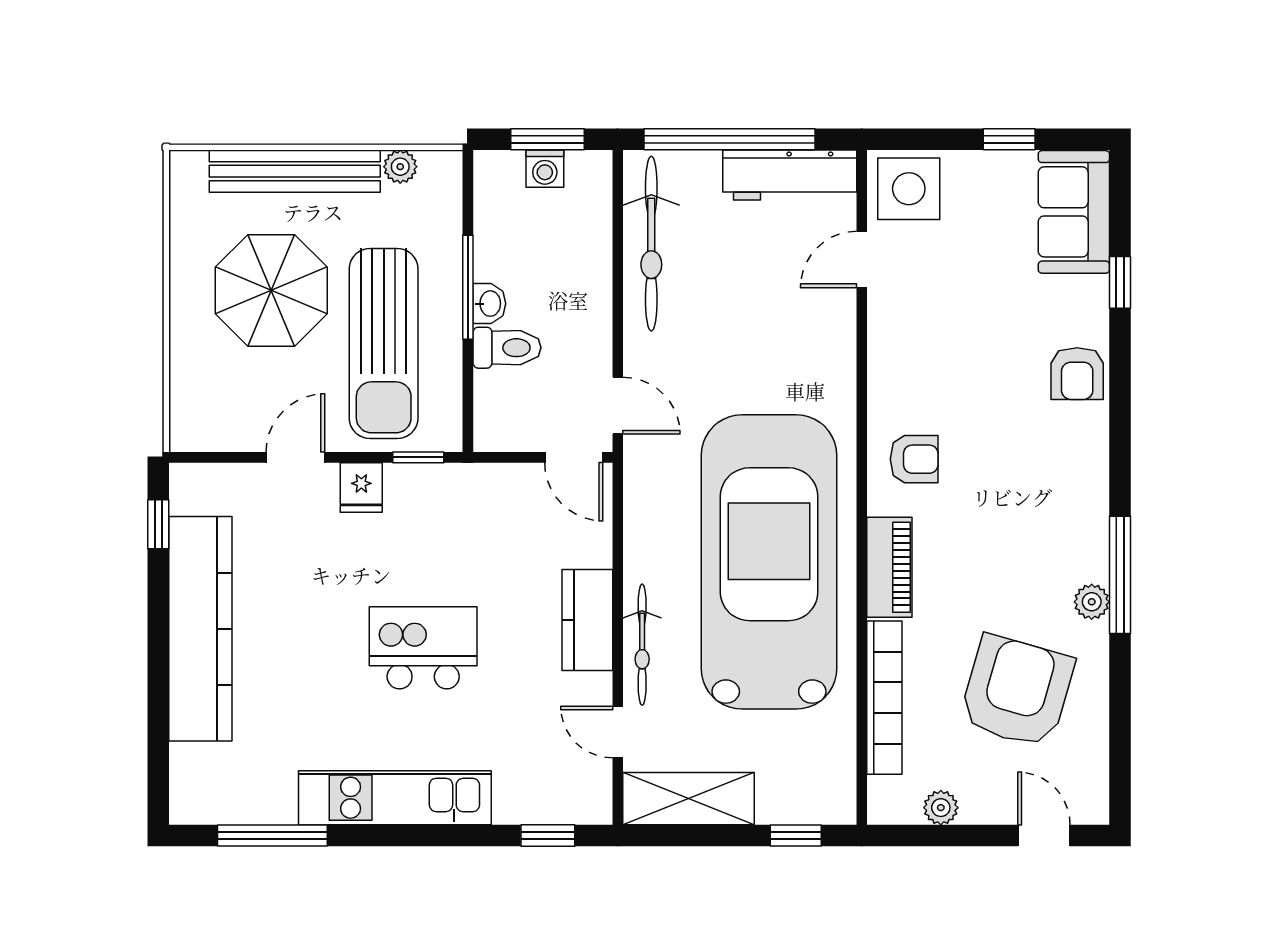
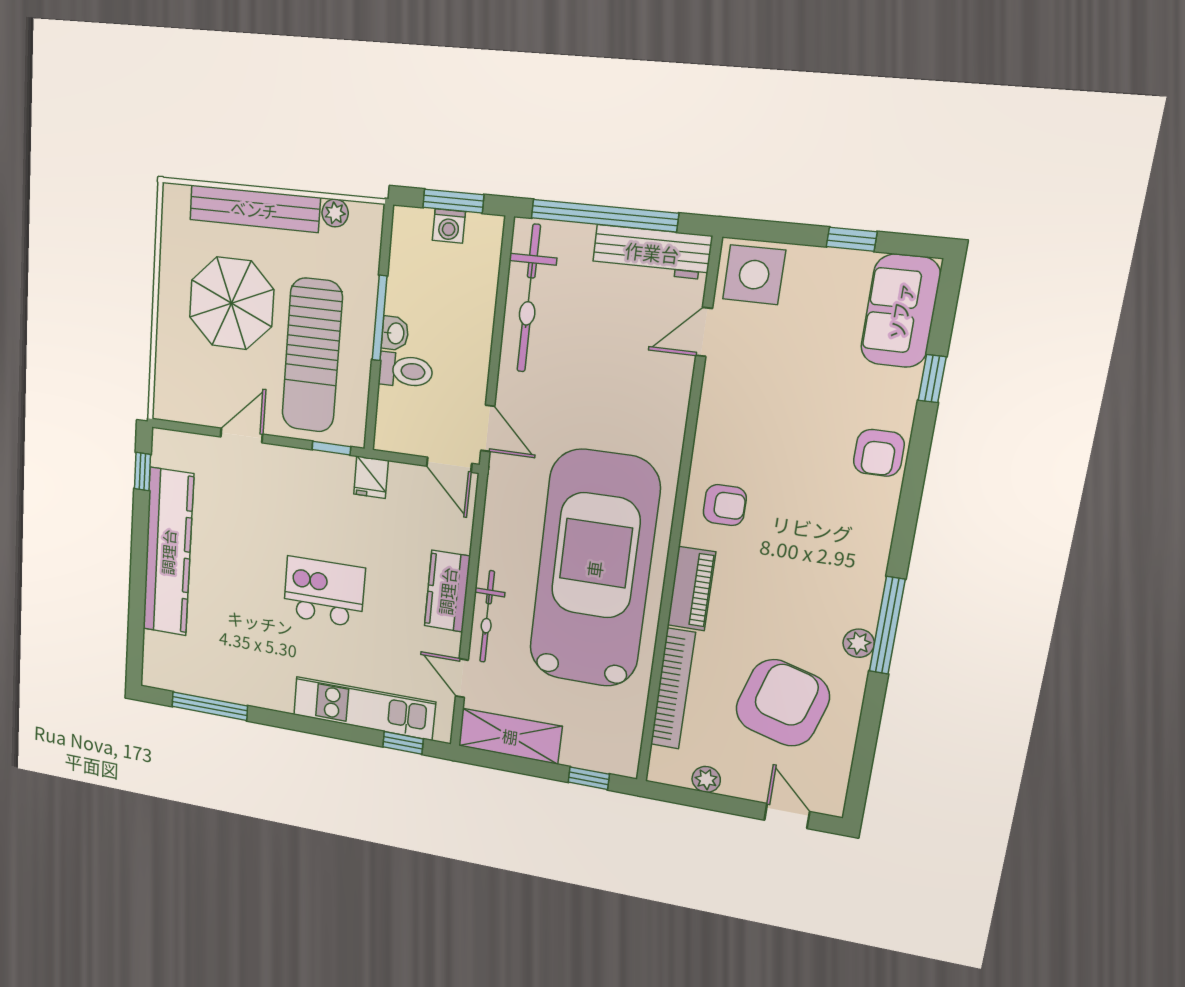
fridge: (361, 487) -> (371, 477), moved
kitchen unit: (395, 798) -> (364, 708), moved

